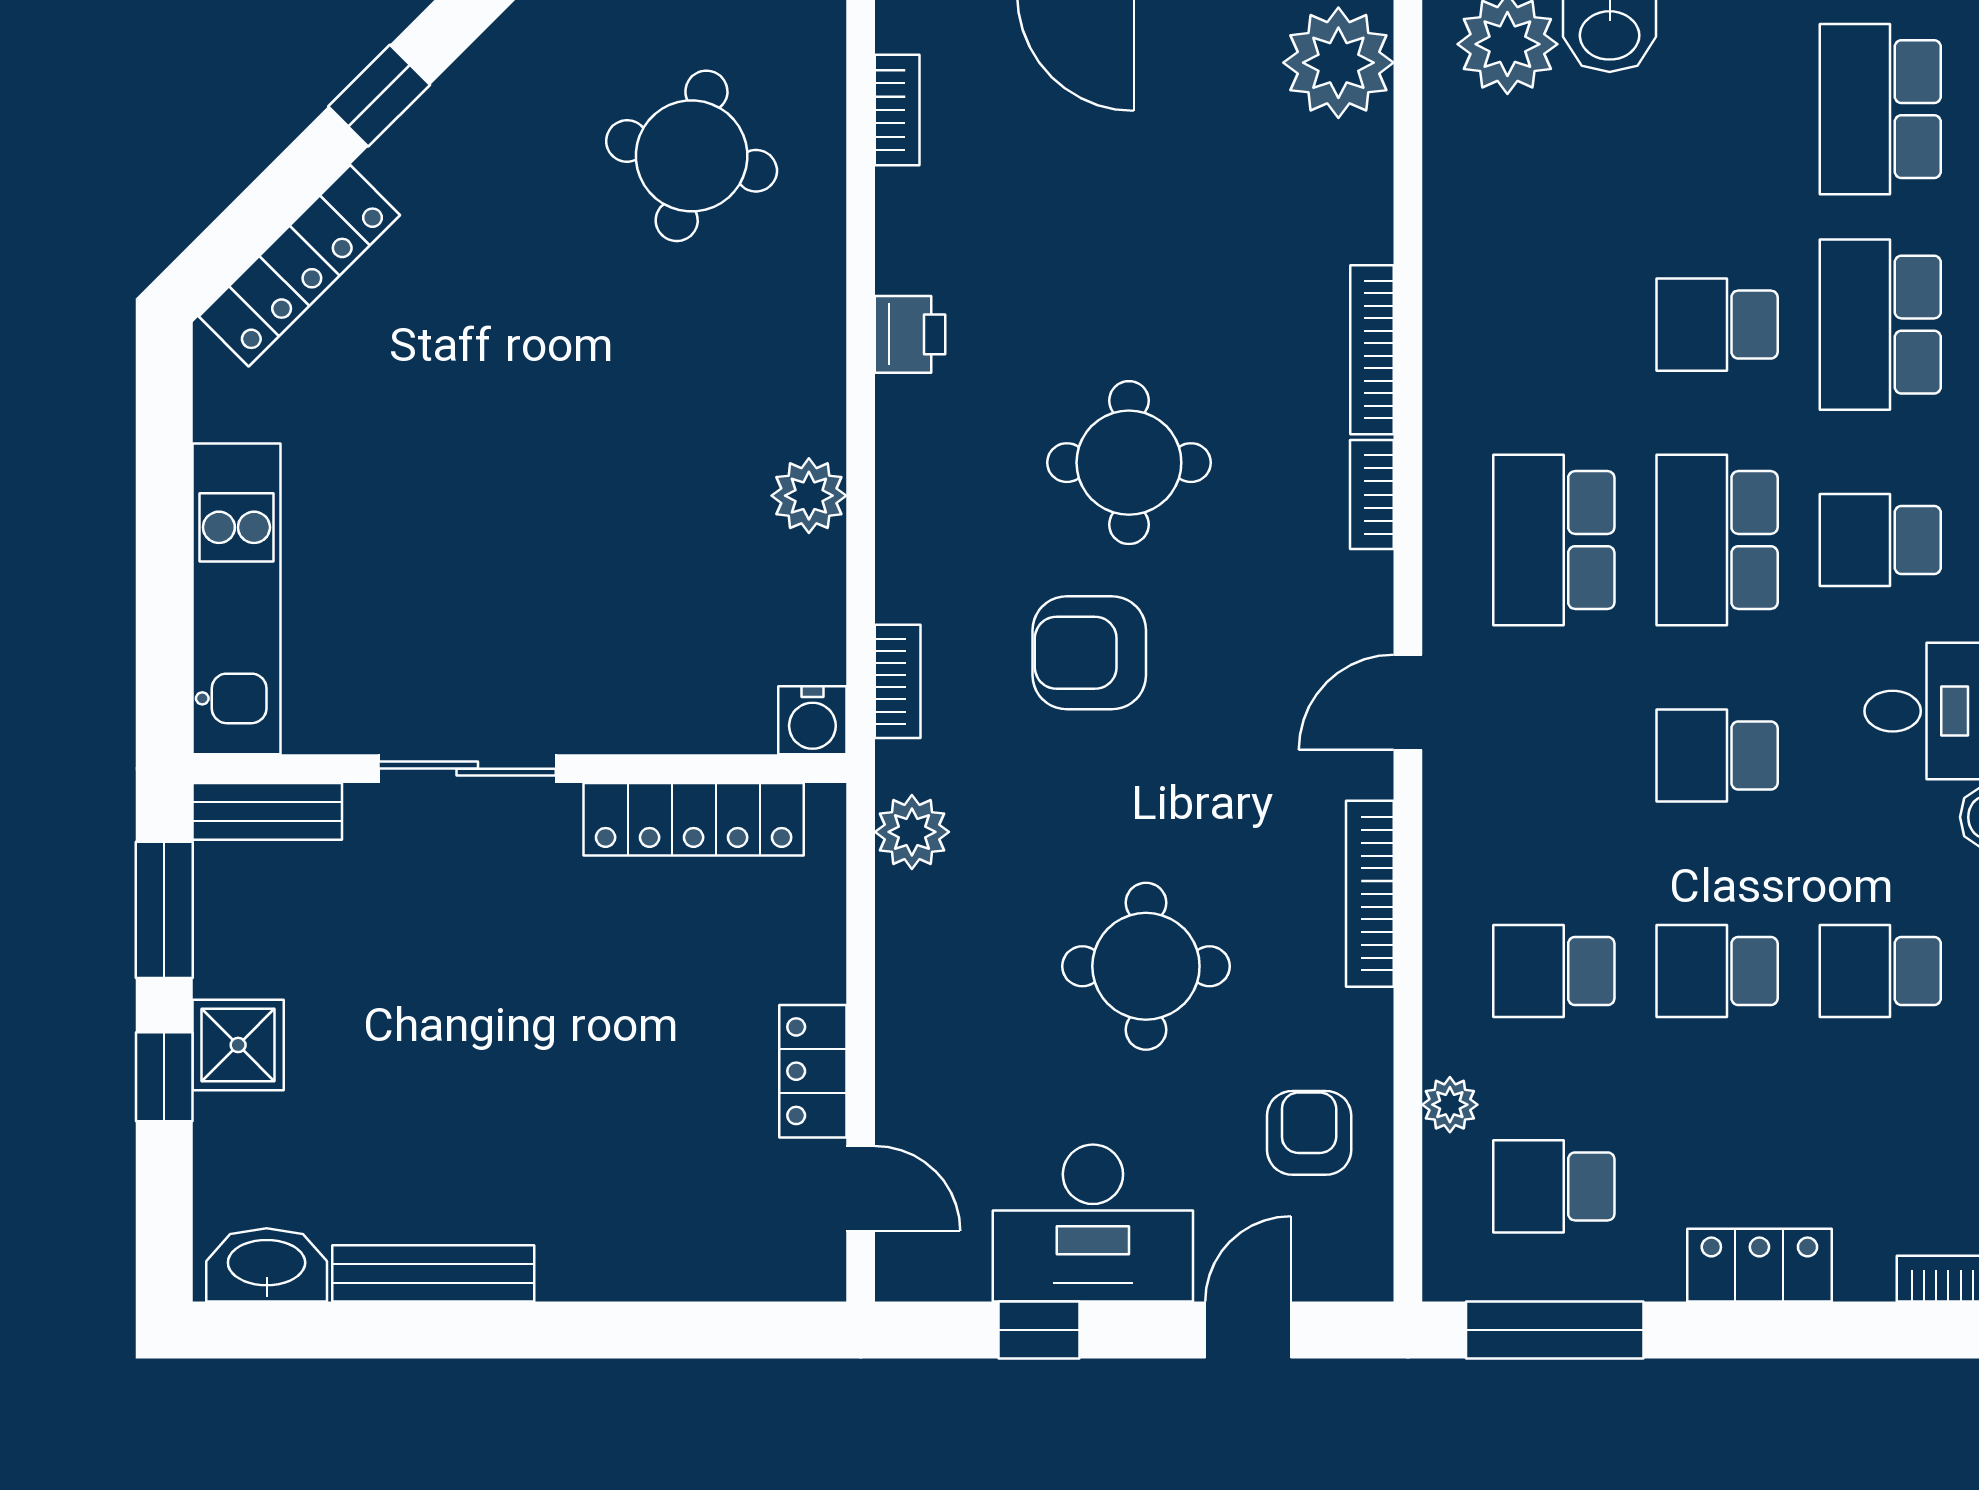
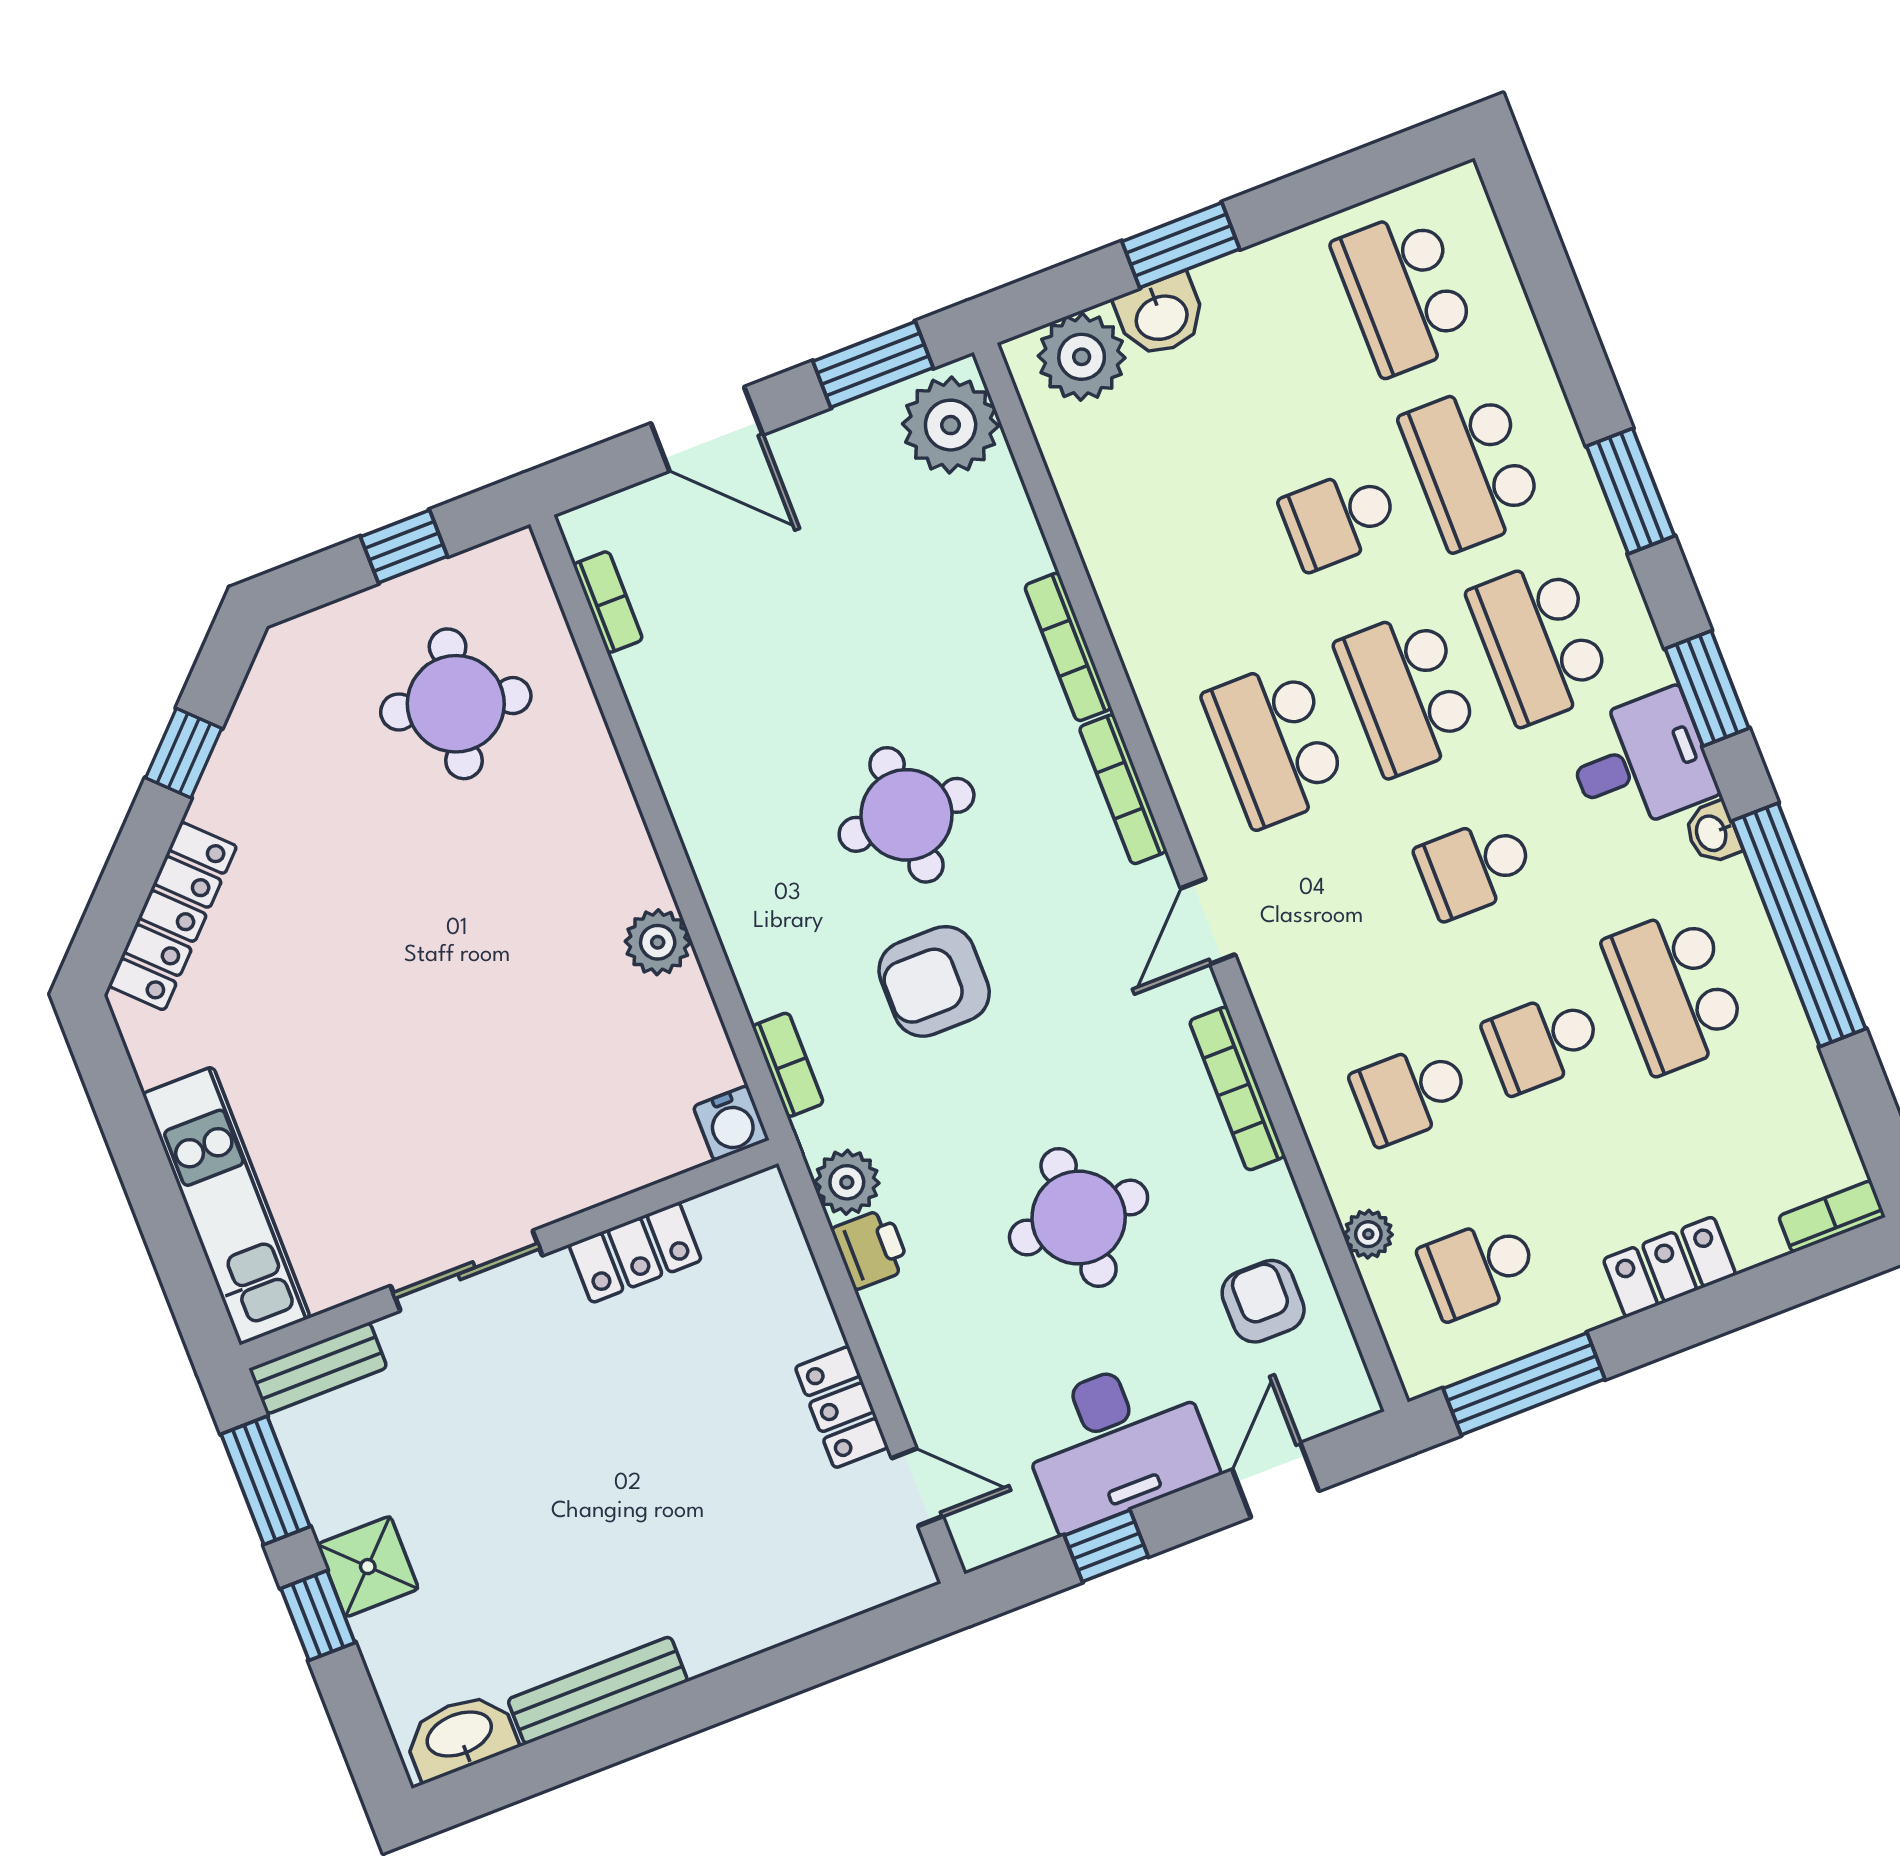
printer: (910, 334) -> (871, 1249), moved
bookcase: (1372, 495) -> (1123, 789), width x1.56
school desk: (1880, 540) -> (1540, 641), width x1.85
locker: (694, 819) -> (635, 1252), width x0.66
school desk: (1880, 971) -> (1675, 991), width x1.85

